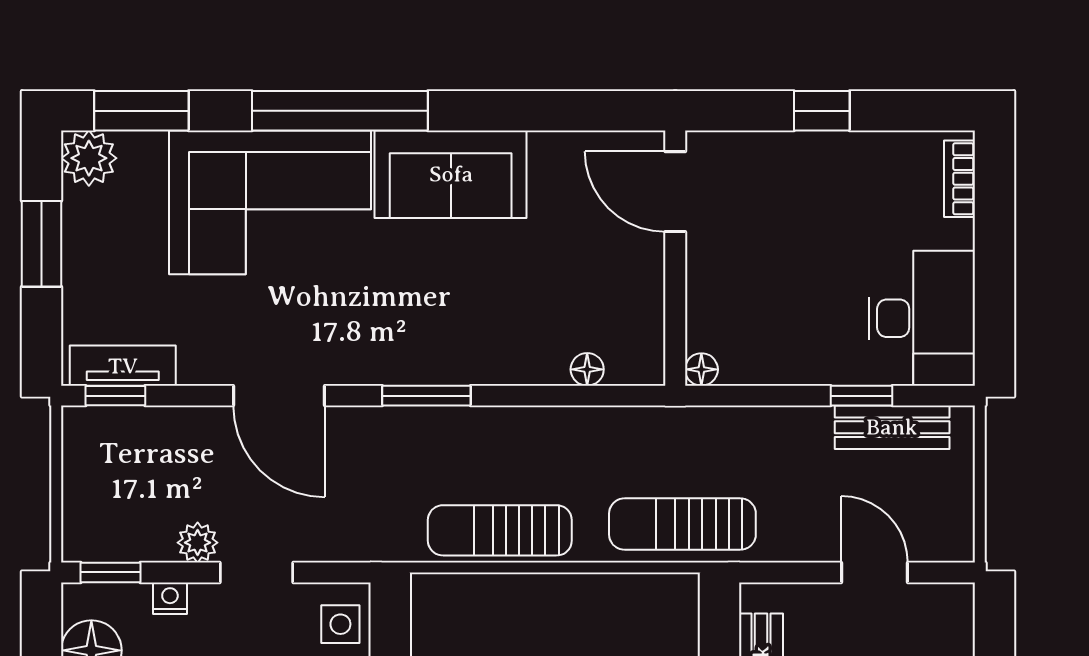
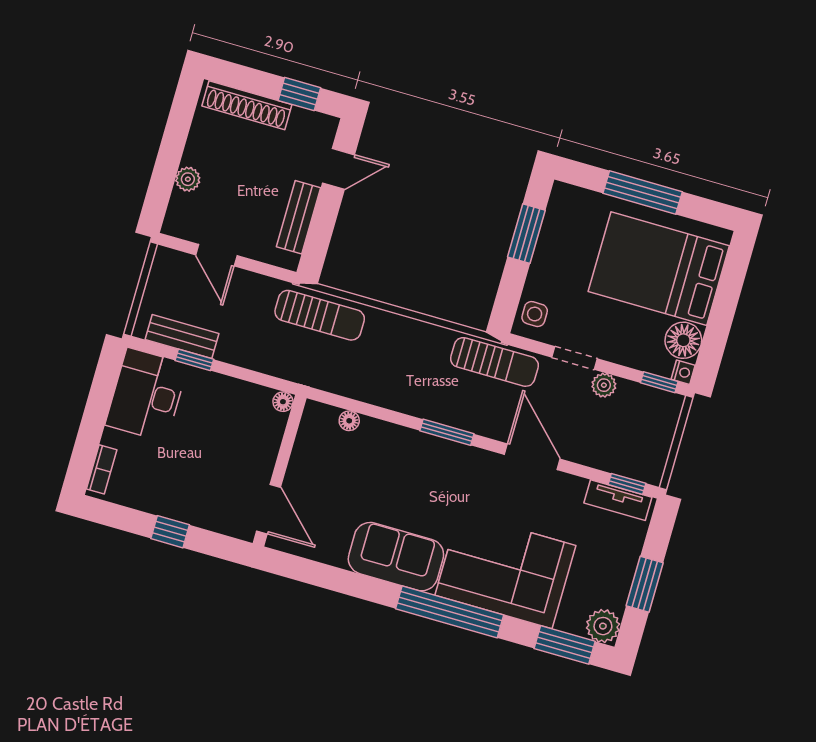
sun lounger: (500, 530) -> (494, 362), moved
nightstand: (170, 598) -> (683, 372), moved, turned -90

